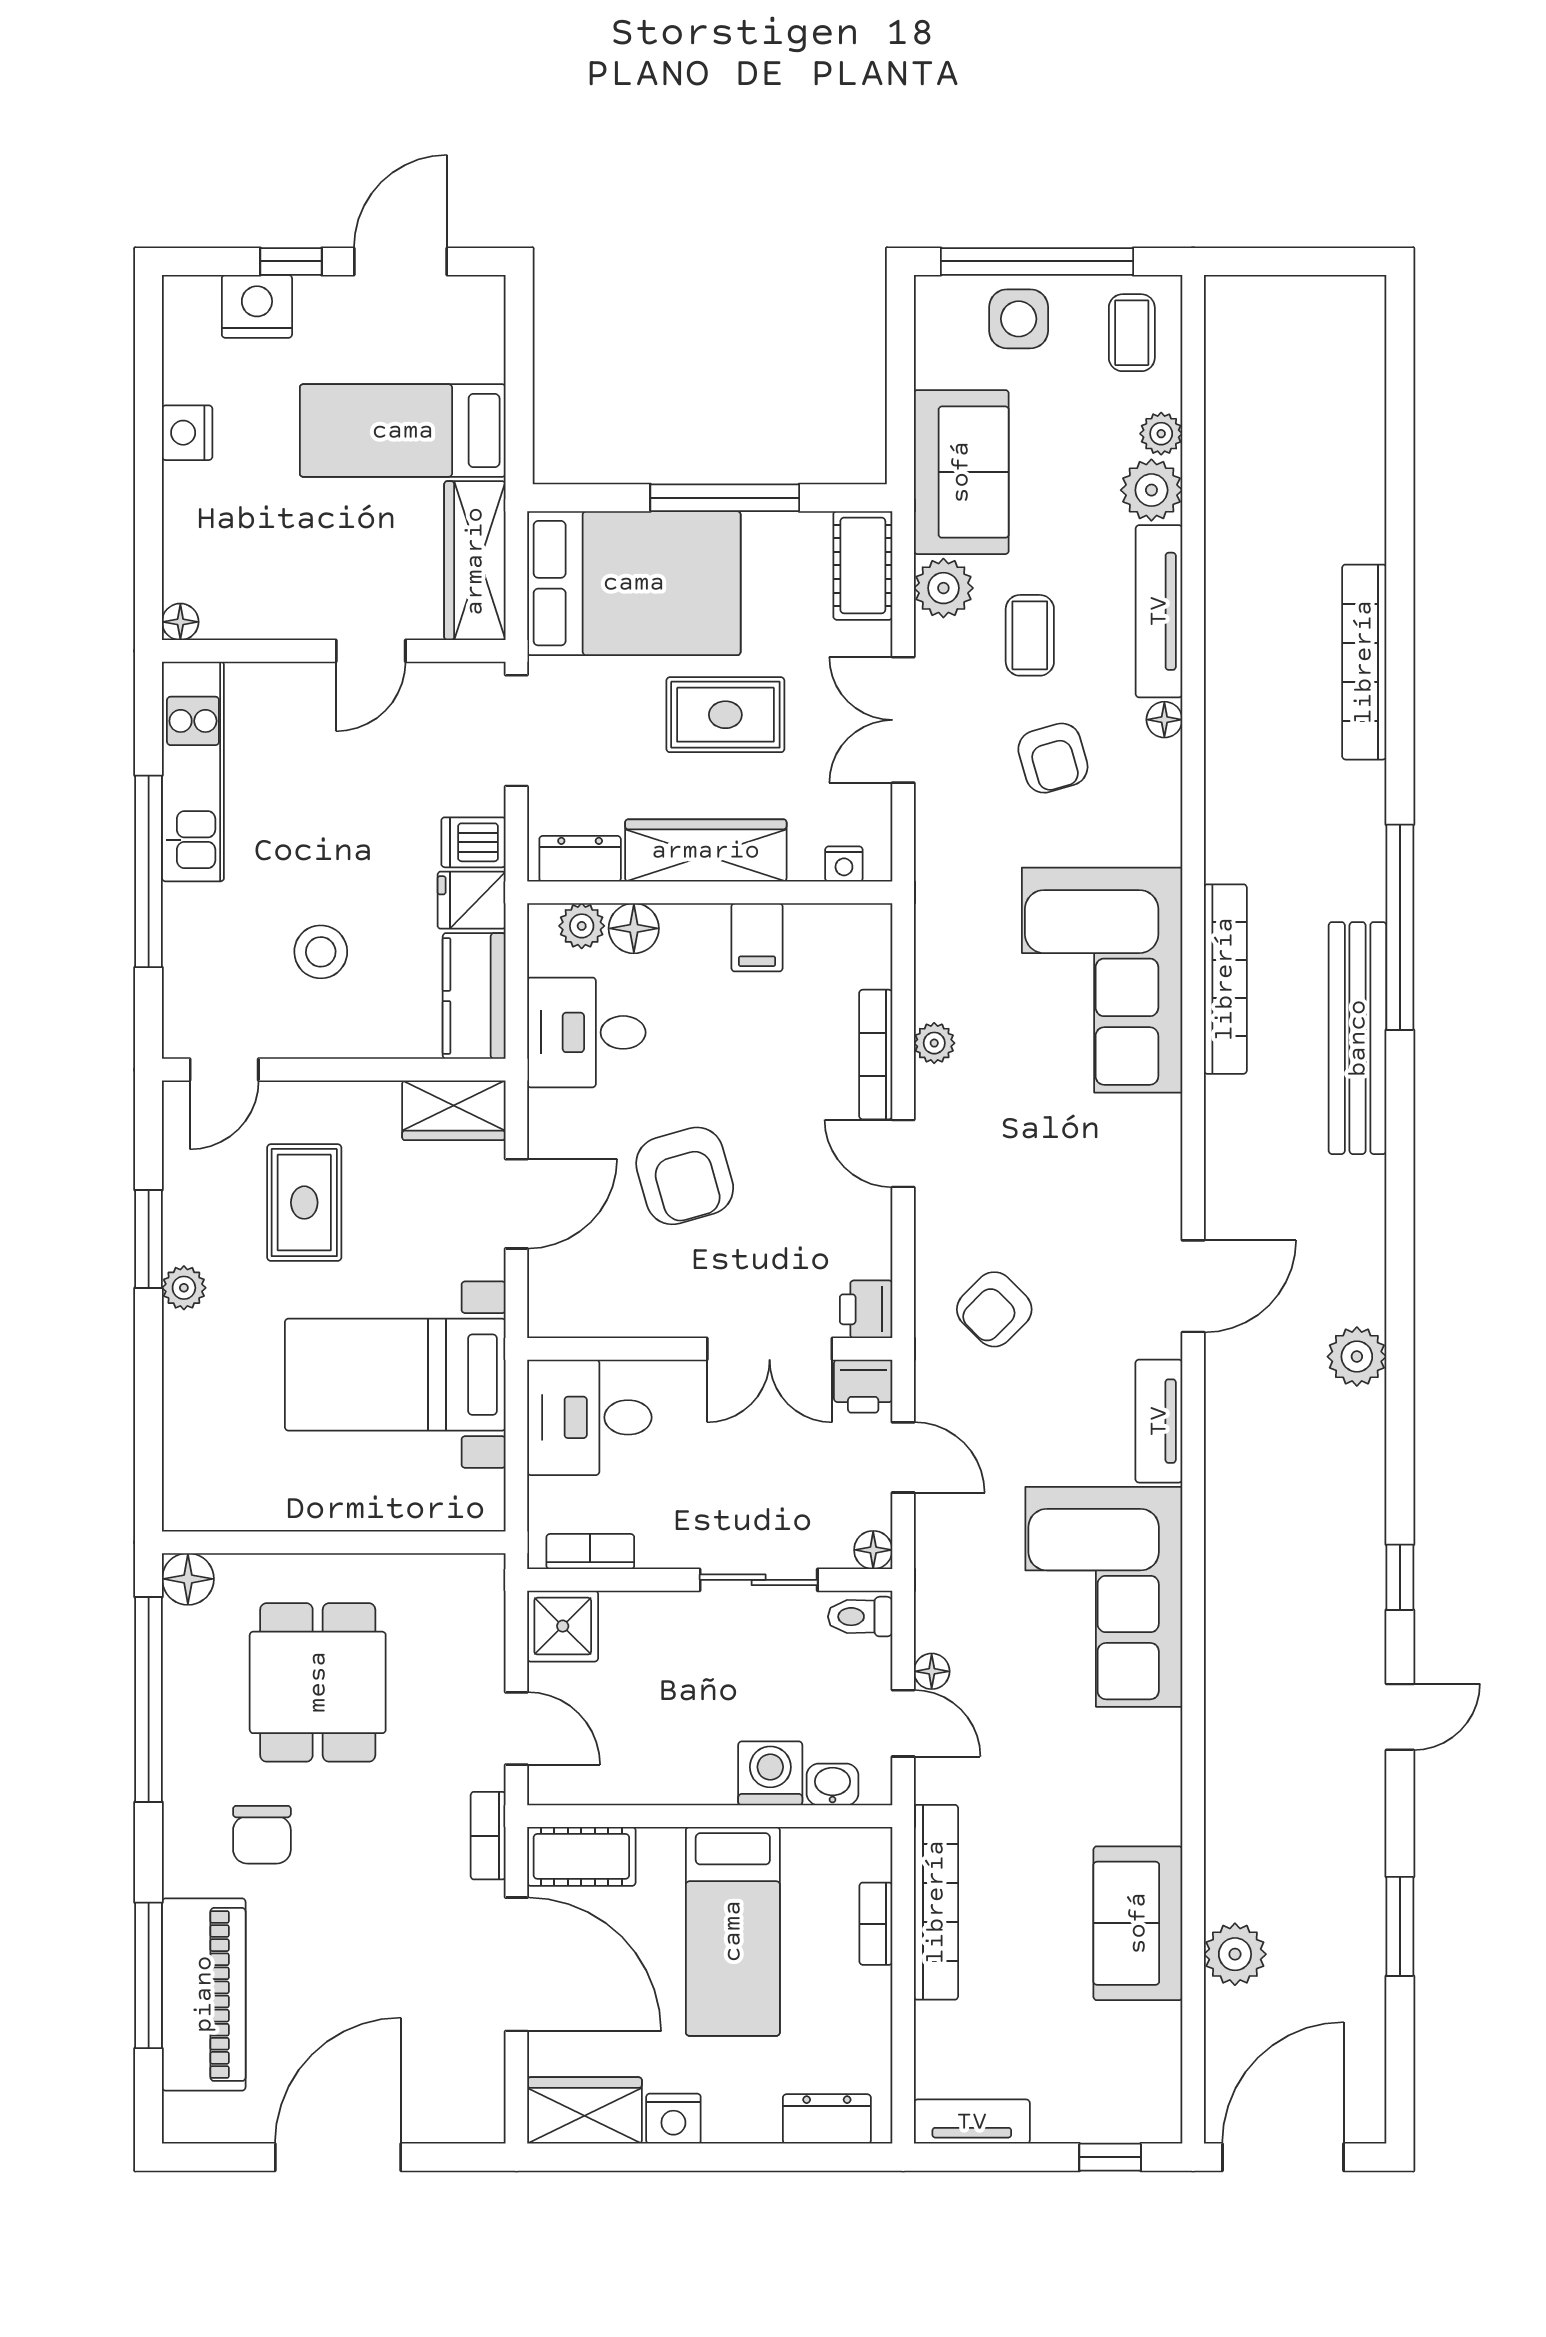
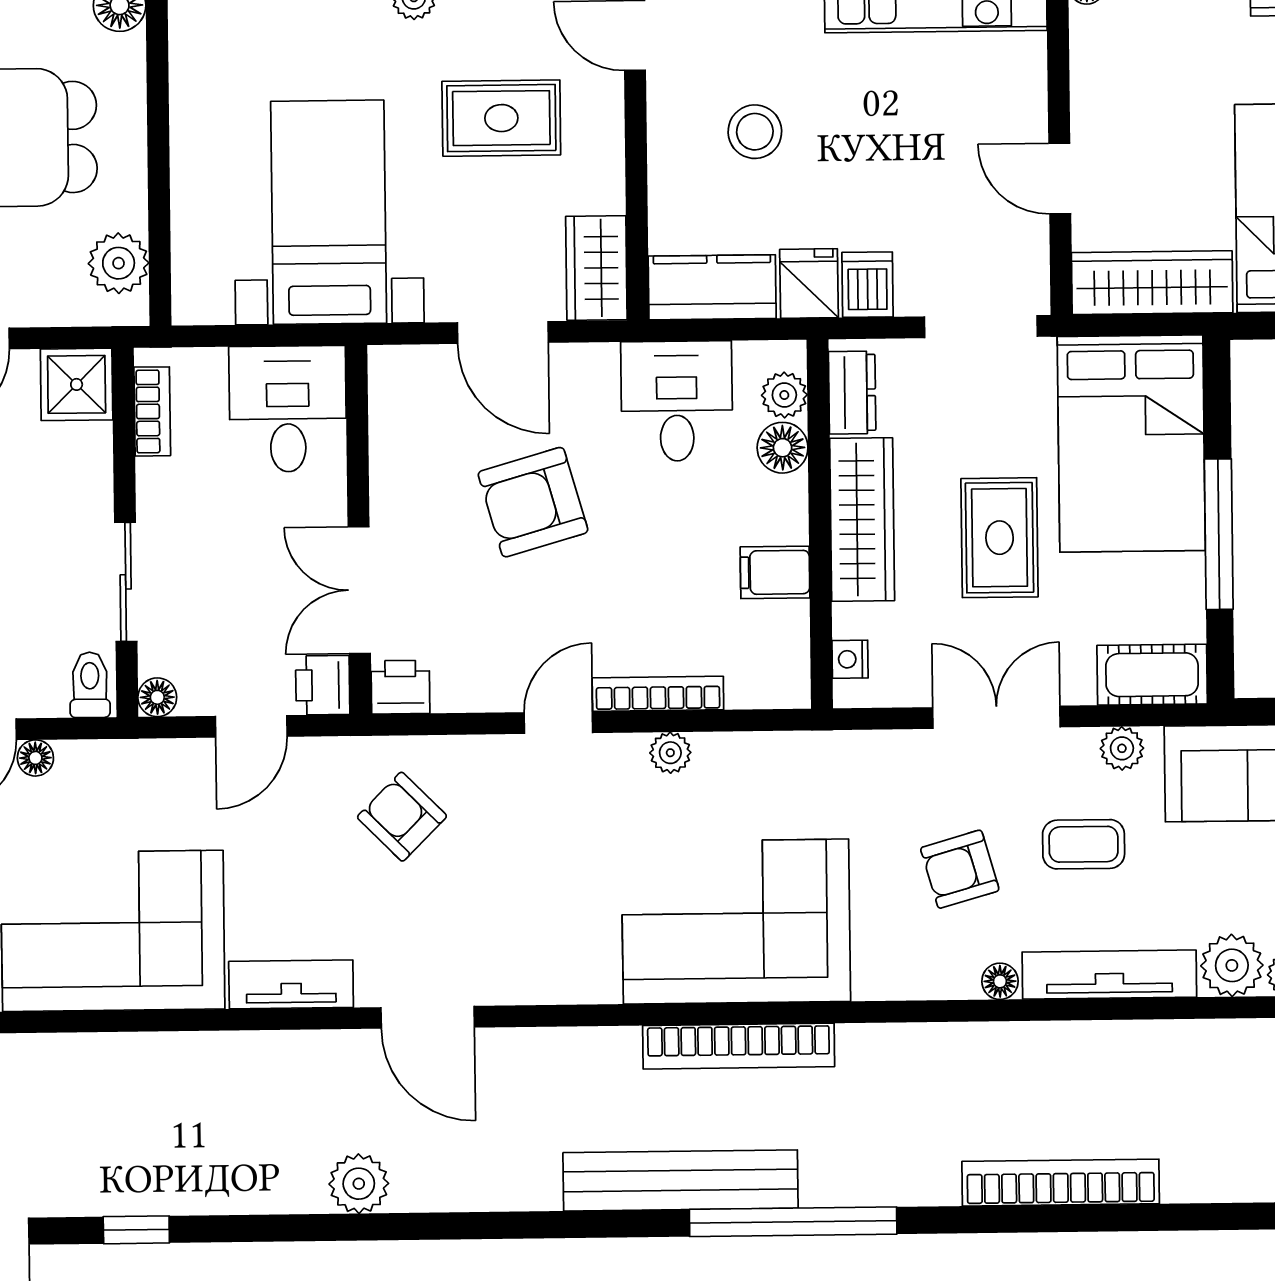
plant: (943, 588) -> (1122, 748), width x0.73, depth x0.73
plant: (443, 1583) -> (119, 263), added

